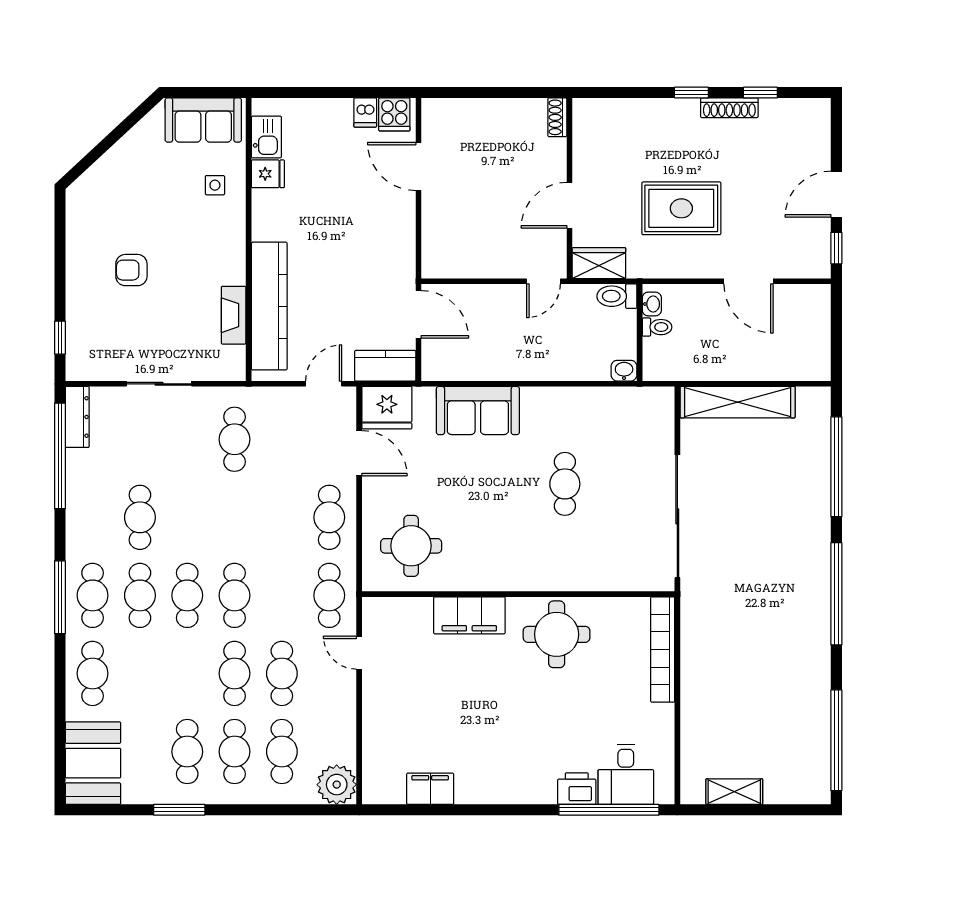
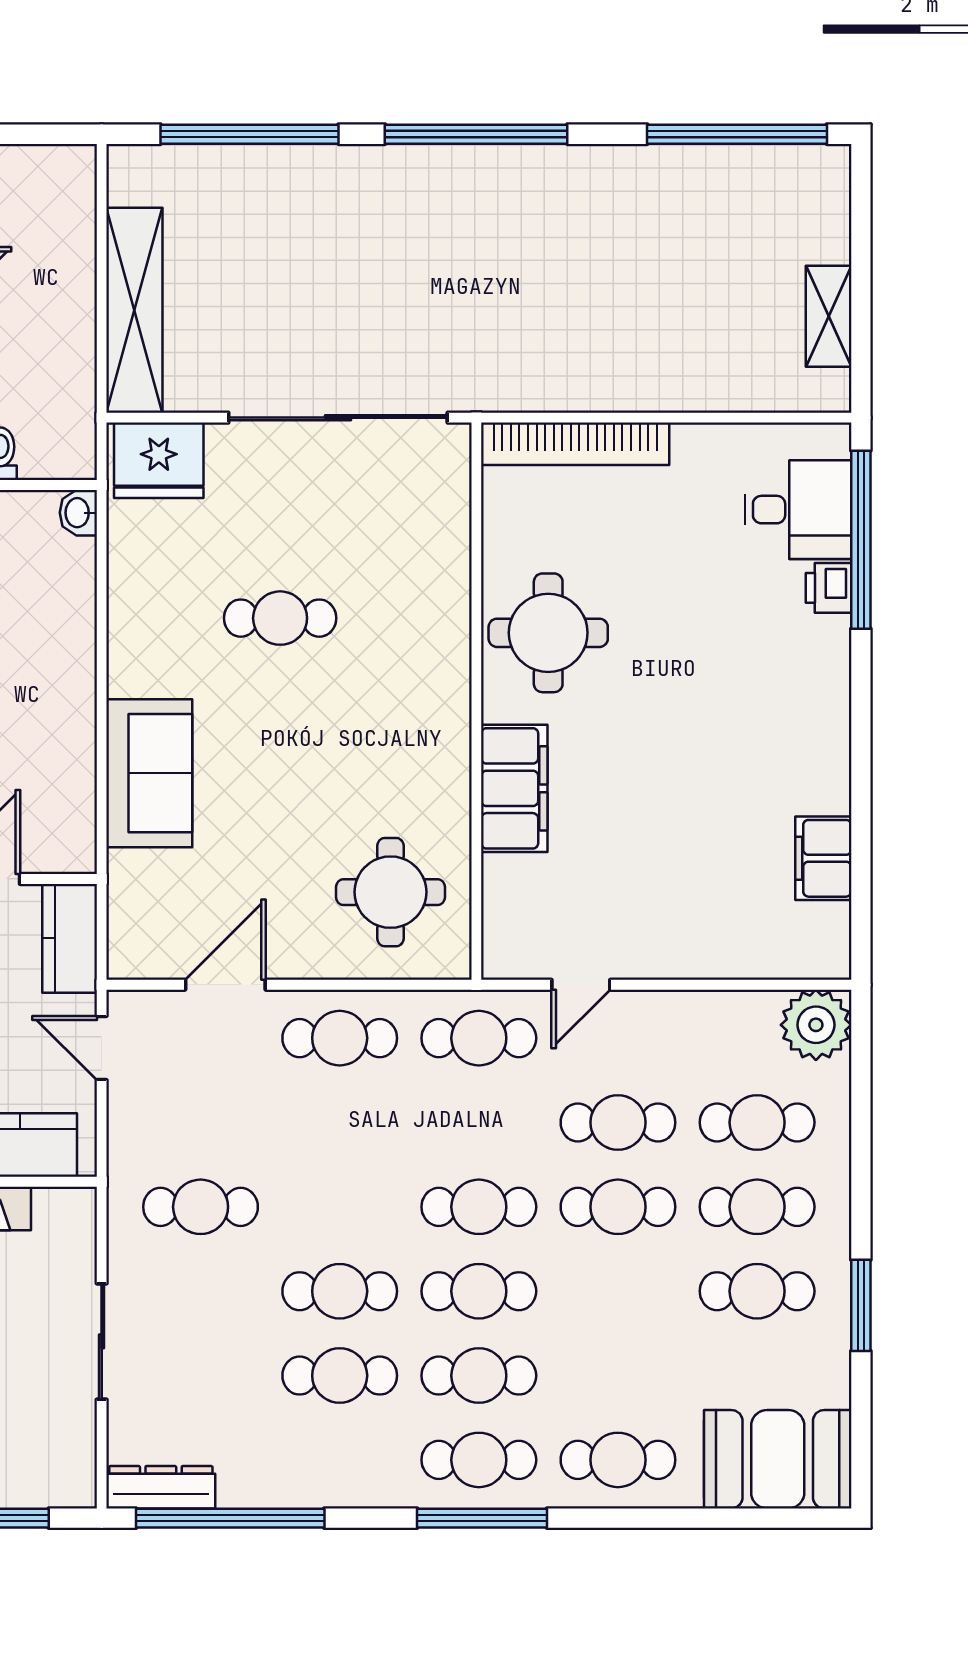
fridge: (387, 408) -> (159, 460), moved, turned 90
cafe table: (187, 517) -> (340, 1291), added
printer: (577, 789) -> (829, 588), width x0.73, depth x0.81

